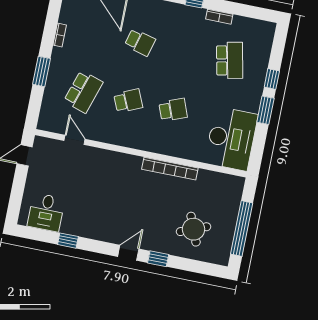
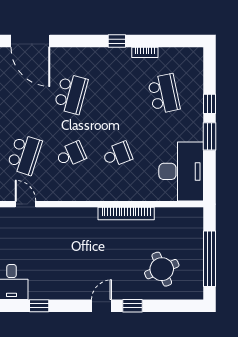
school desk: (140, 42) -> (71, 94), width x1.85

